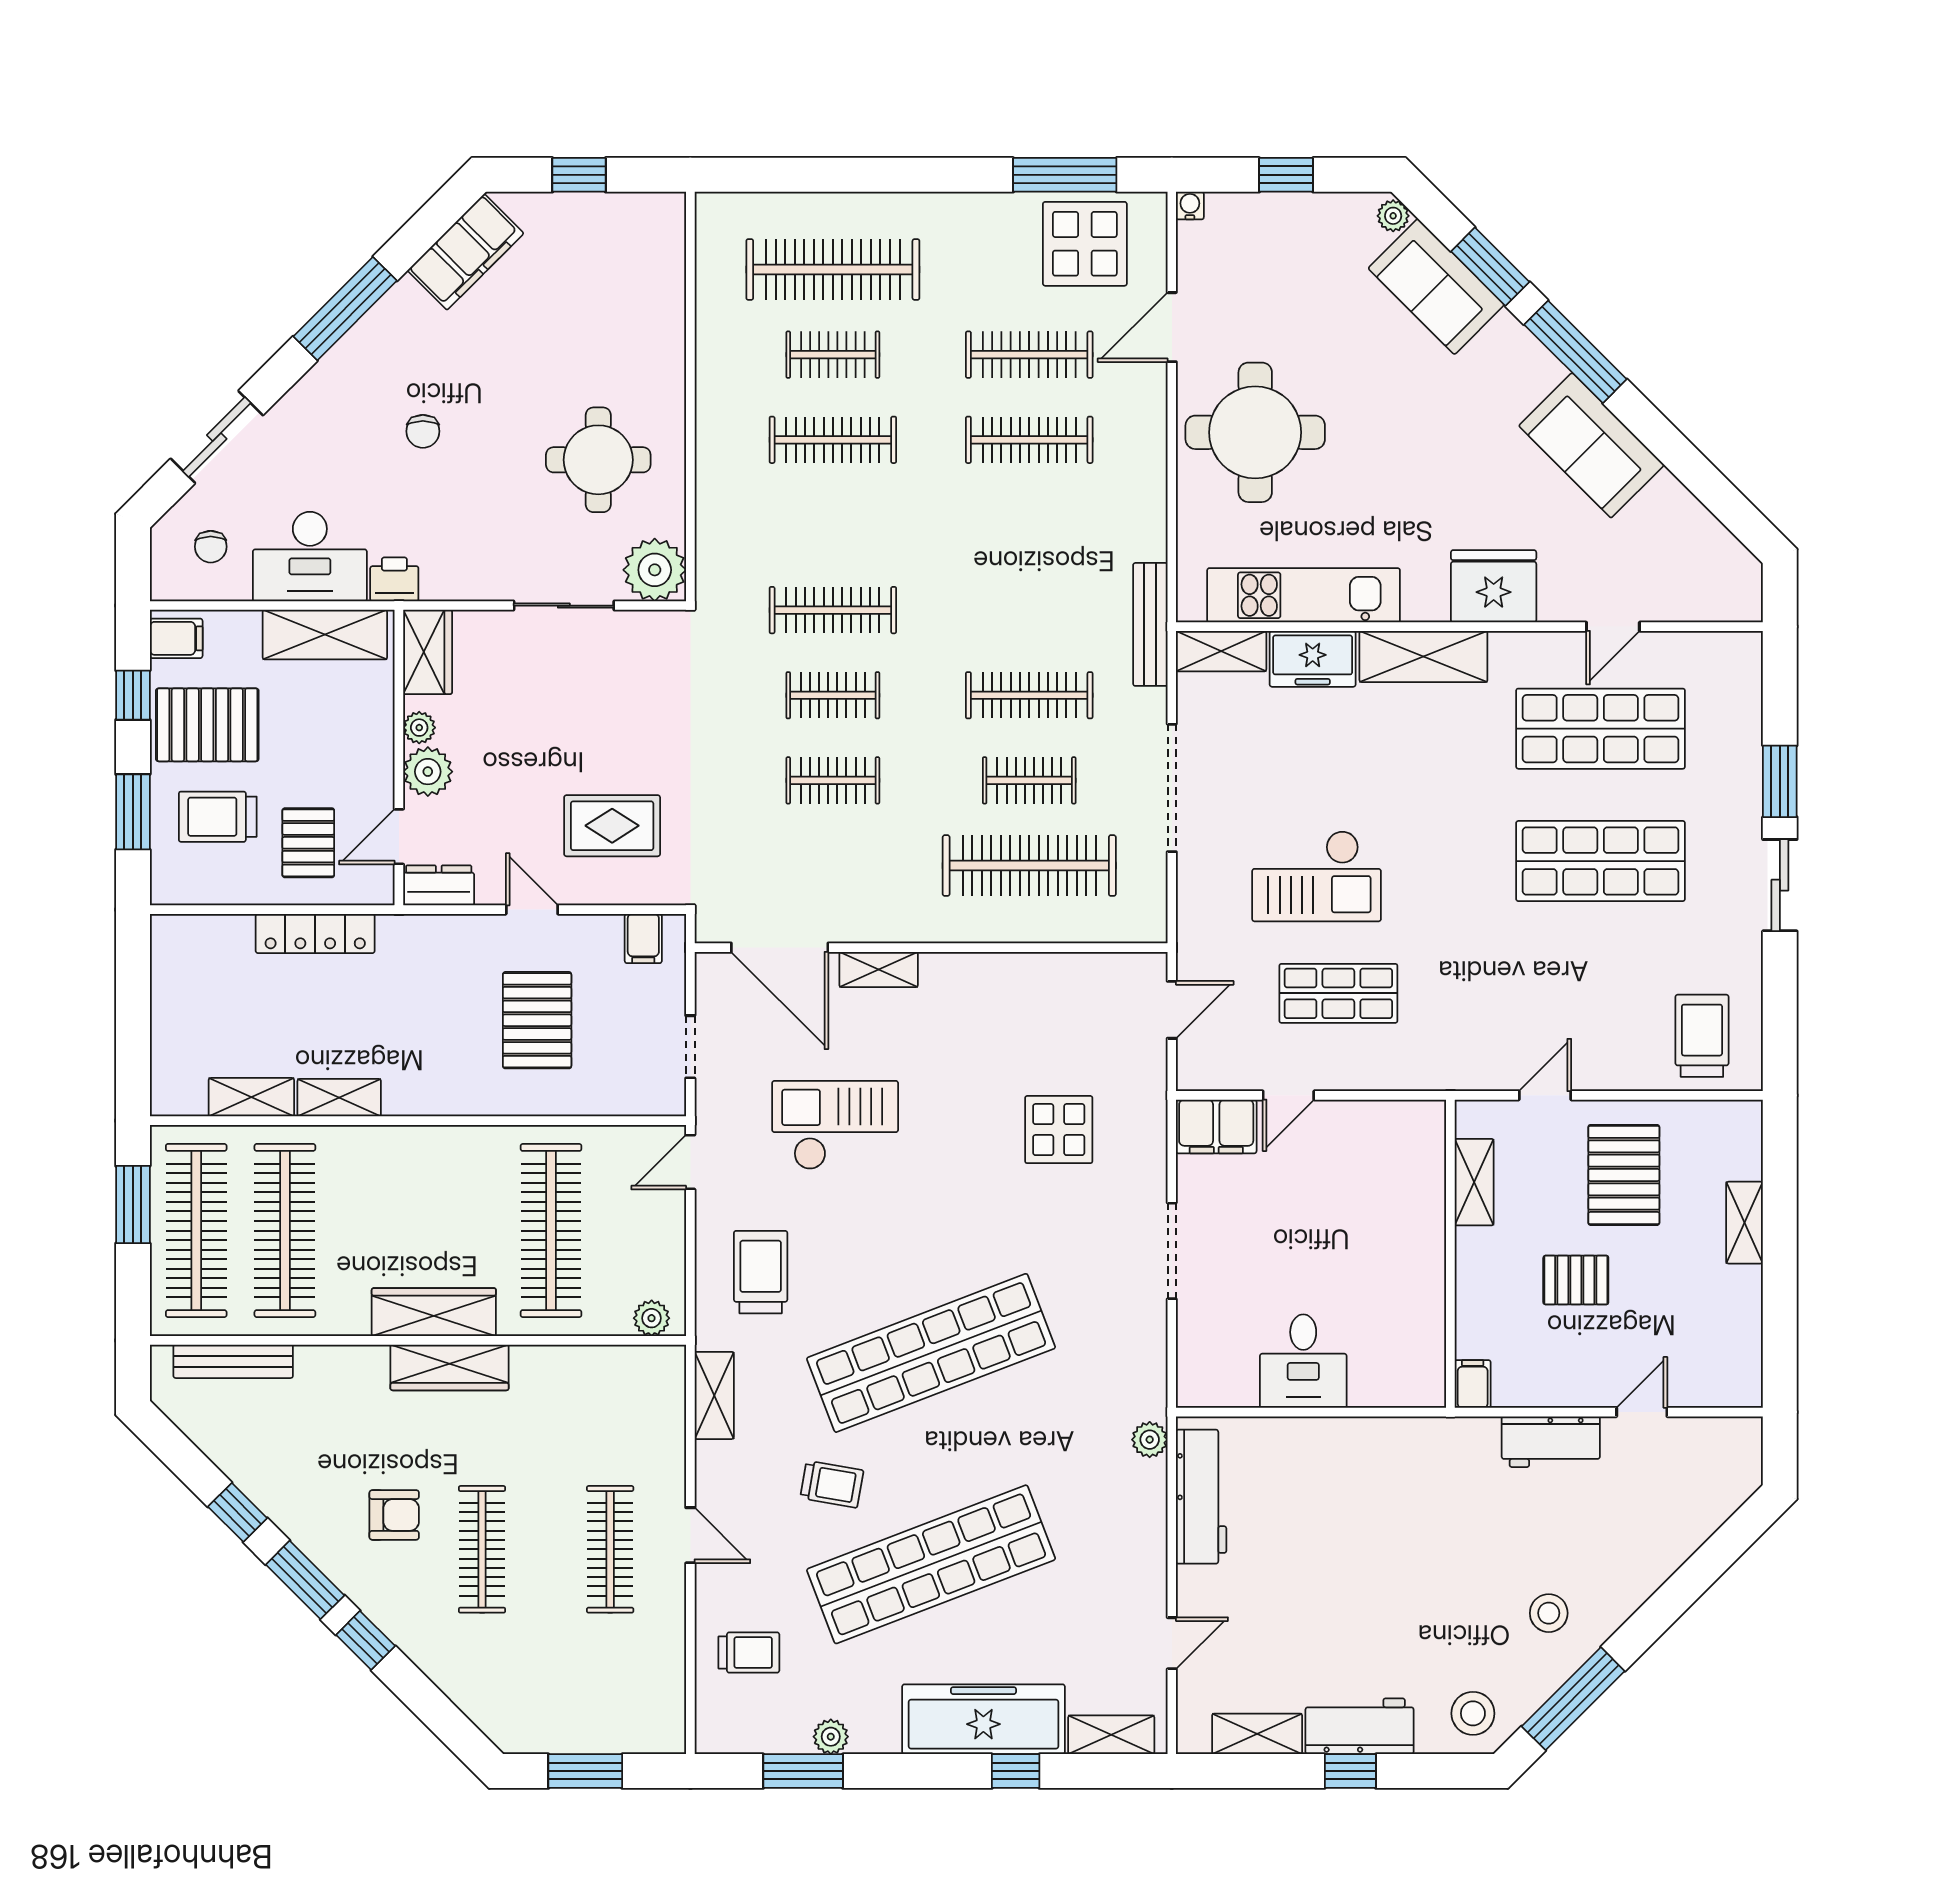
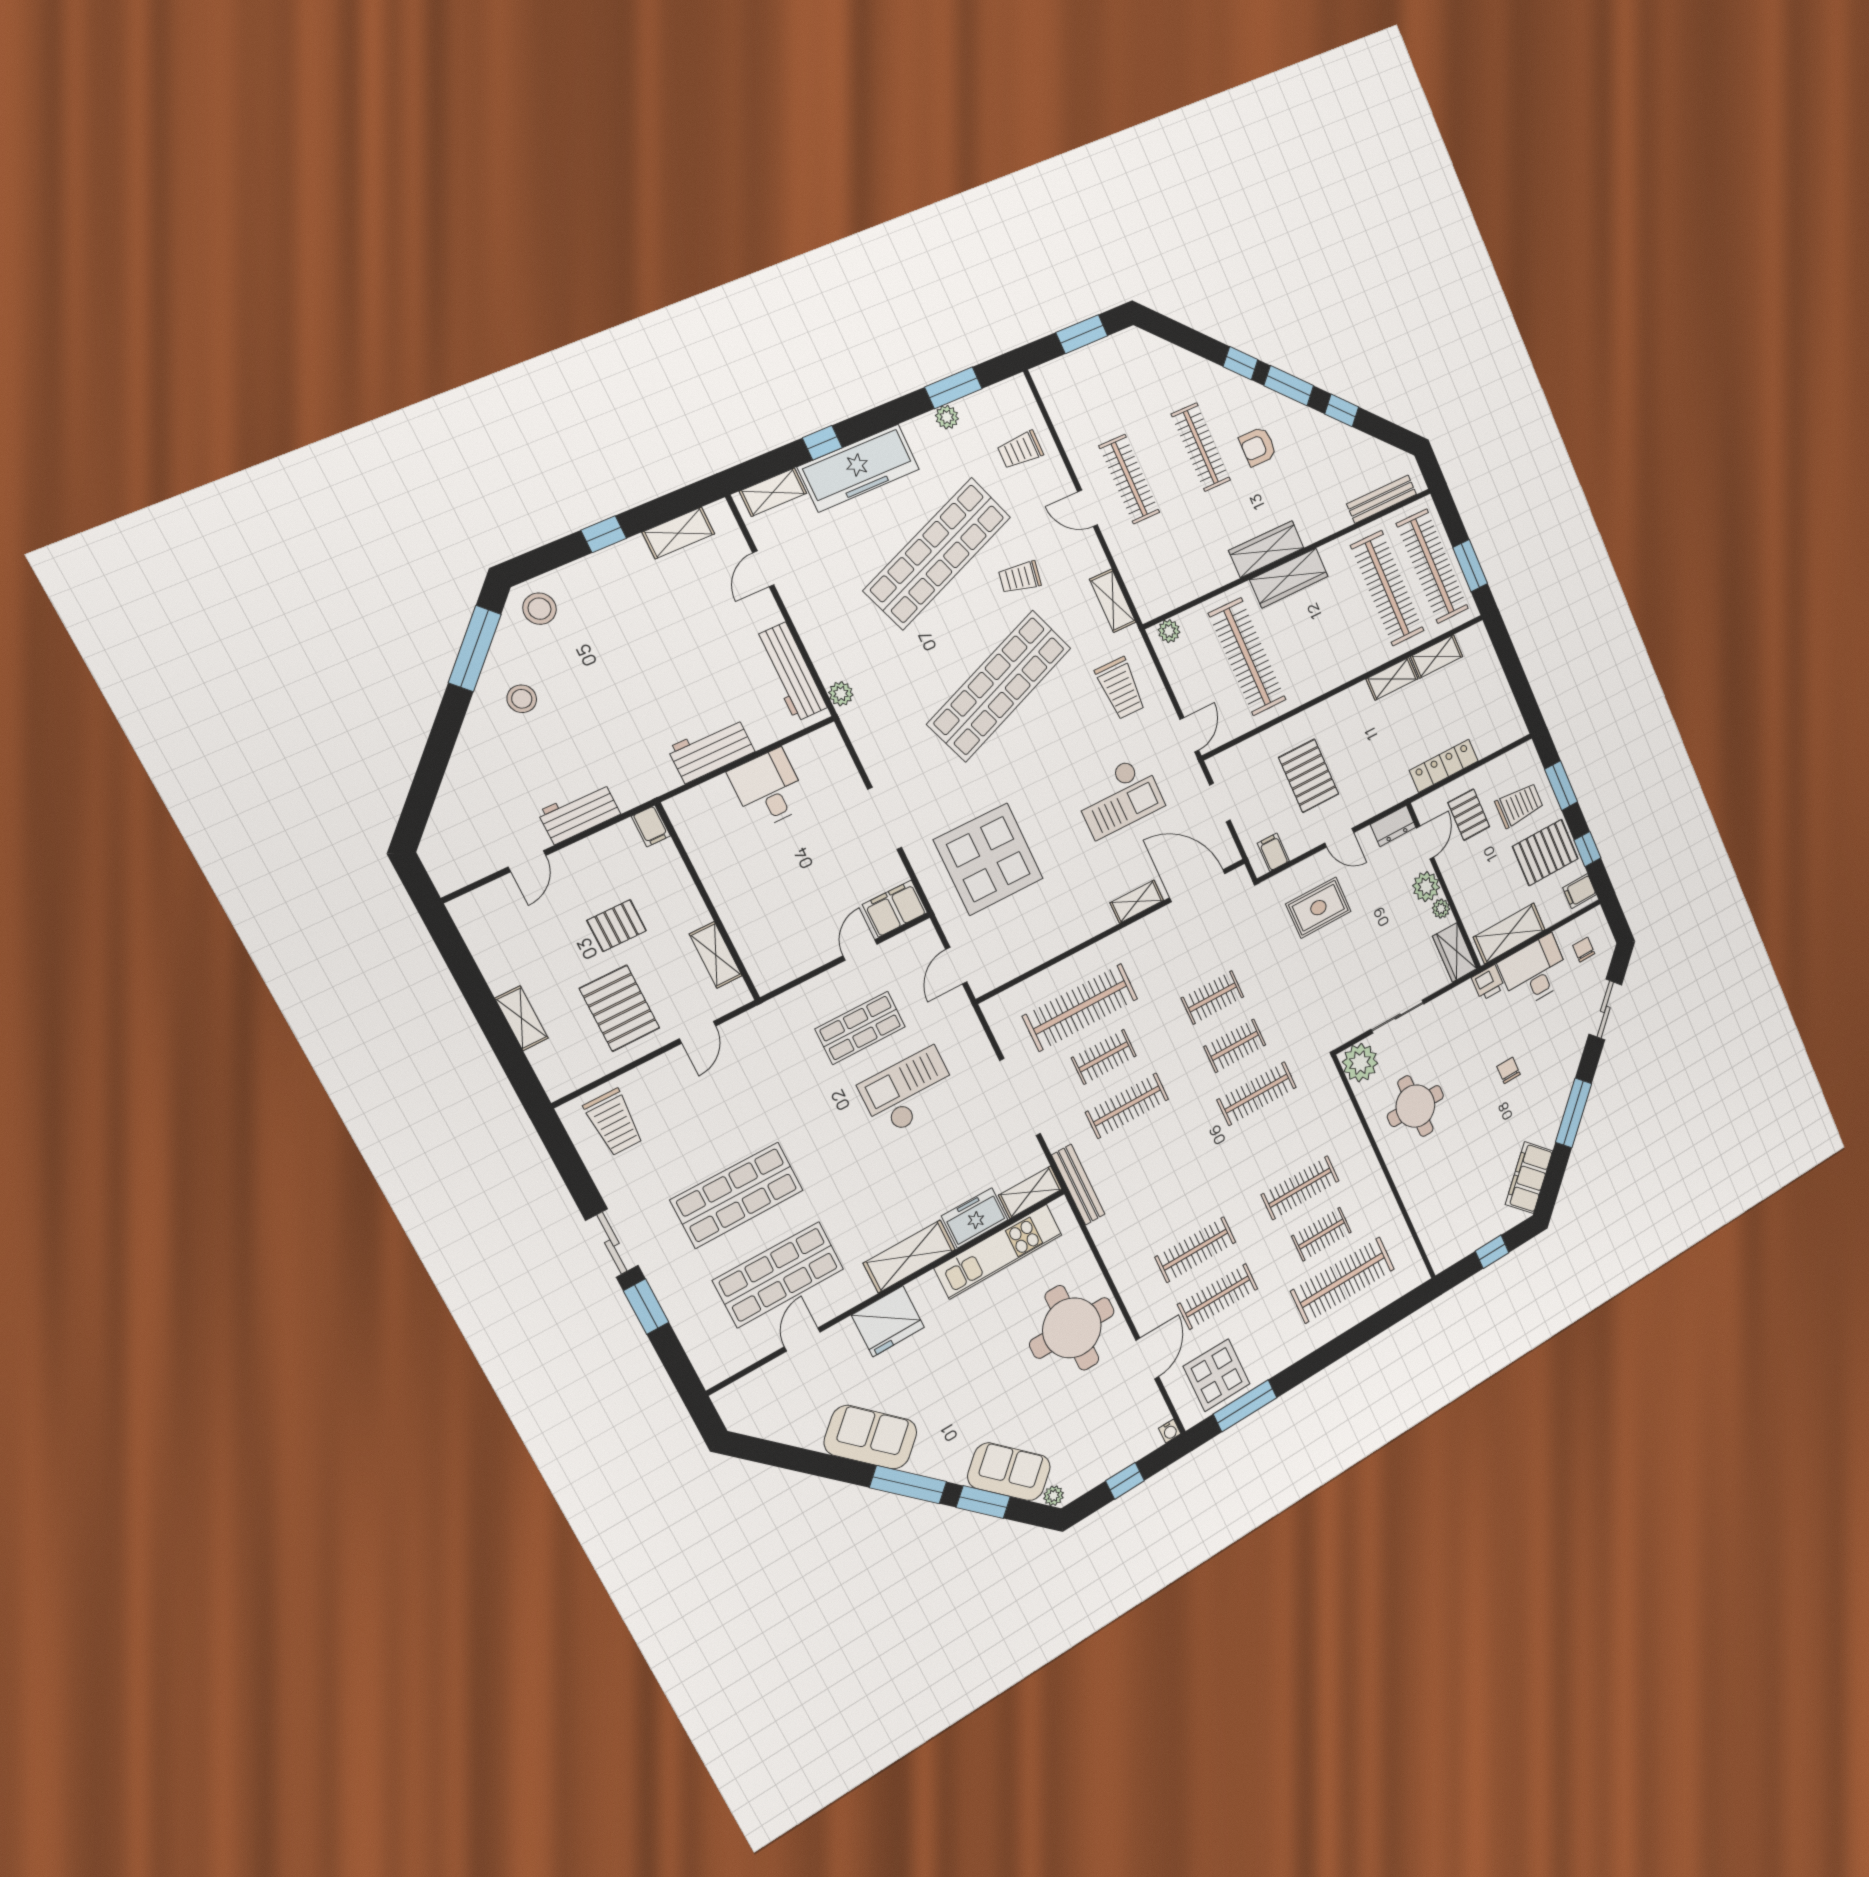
display table: (1059, 1130) -> (988, 859), width x1.86, depth x1.86
workbench: (1360, 1726) -> (711, 750), moved, turned 180

